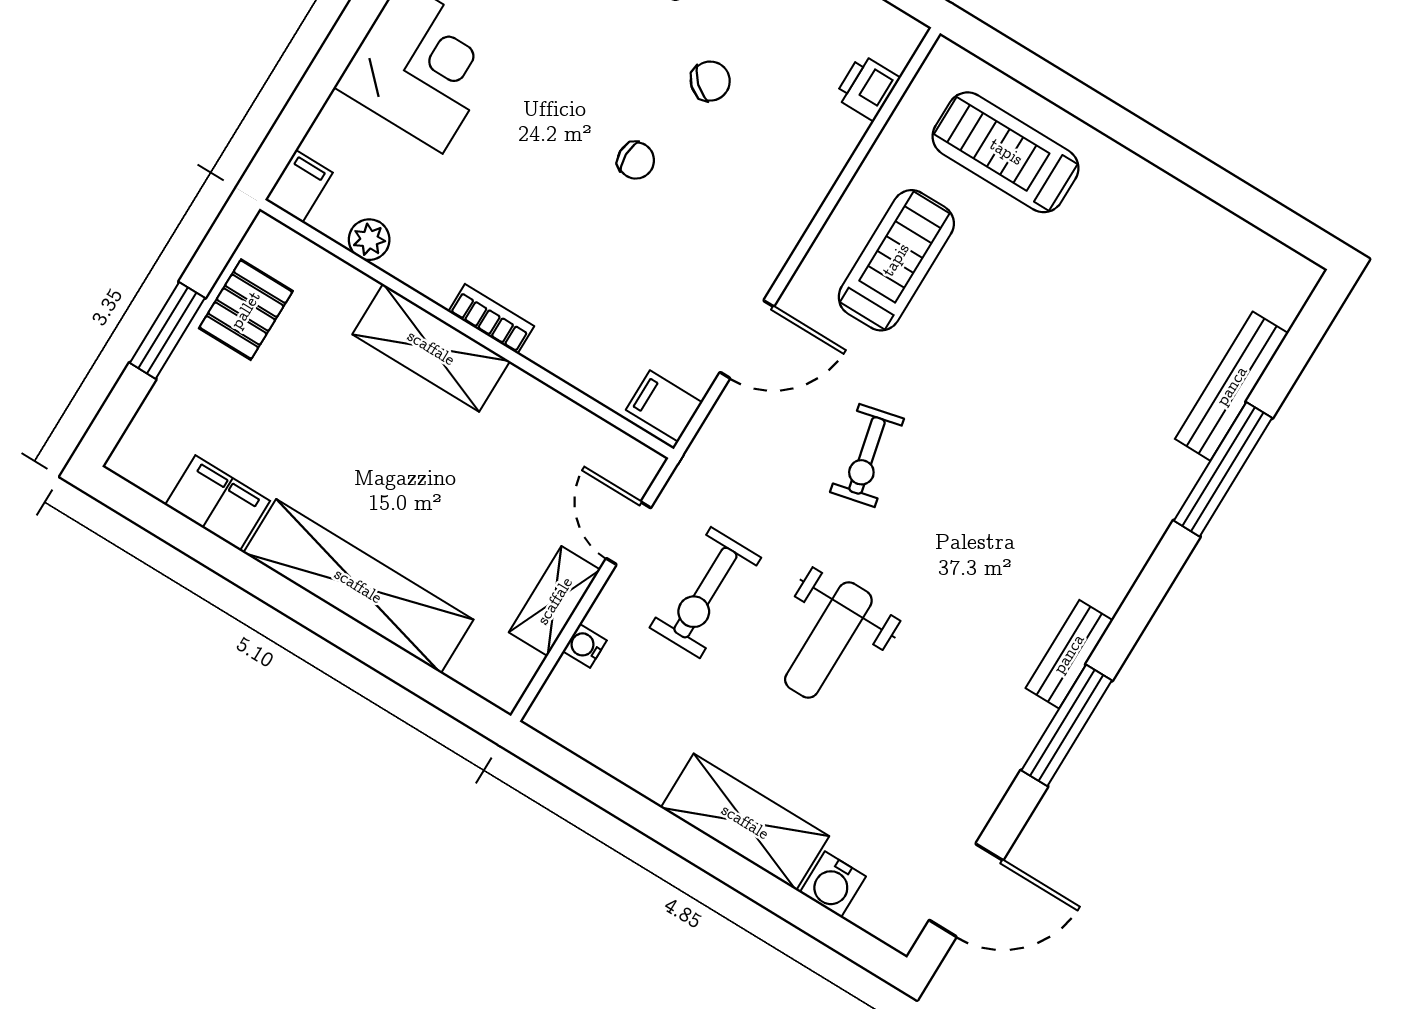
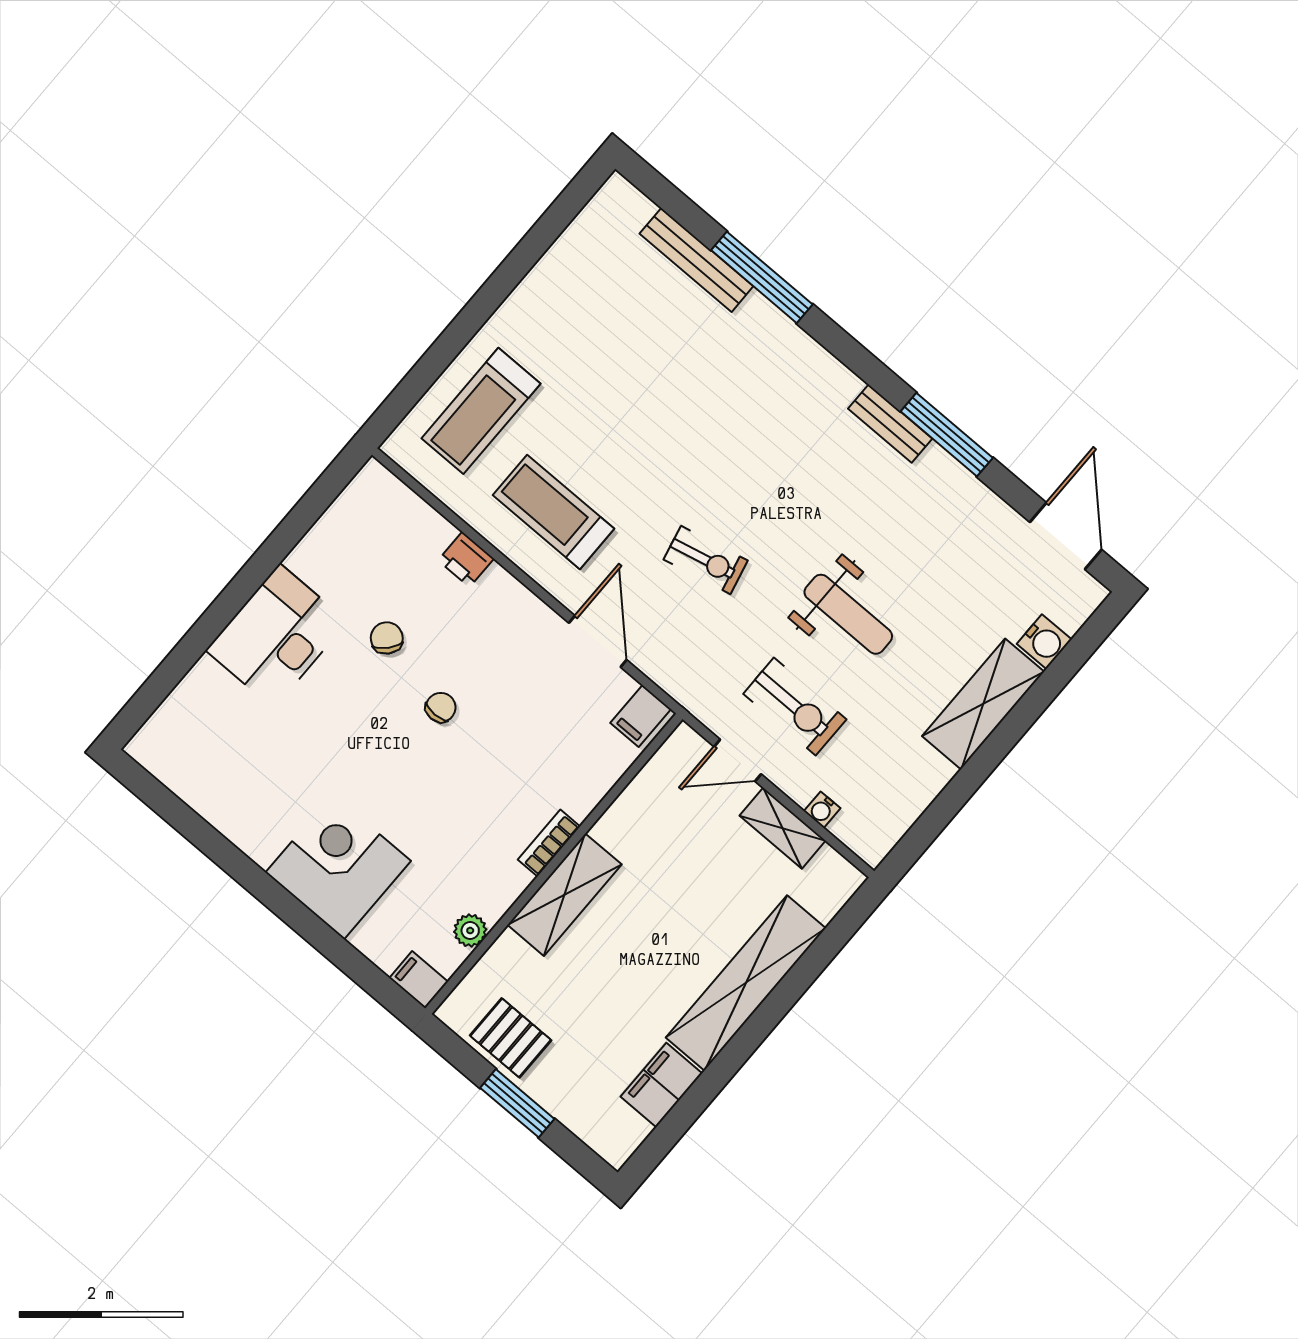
printer: (867, 88) -> (466, 559), moved

